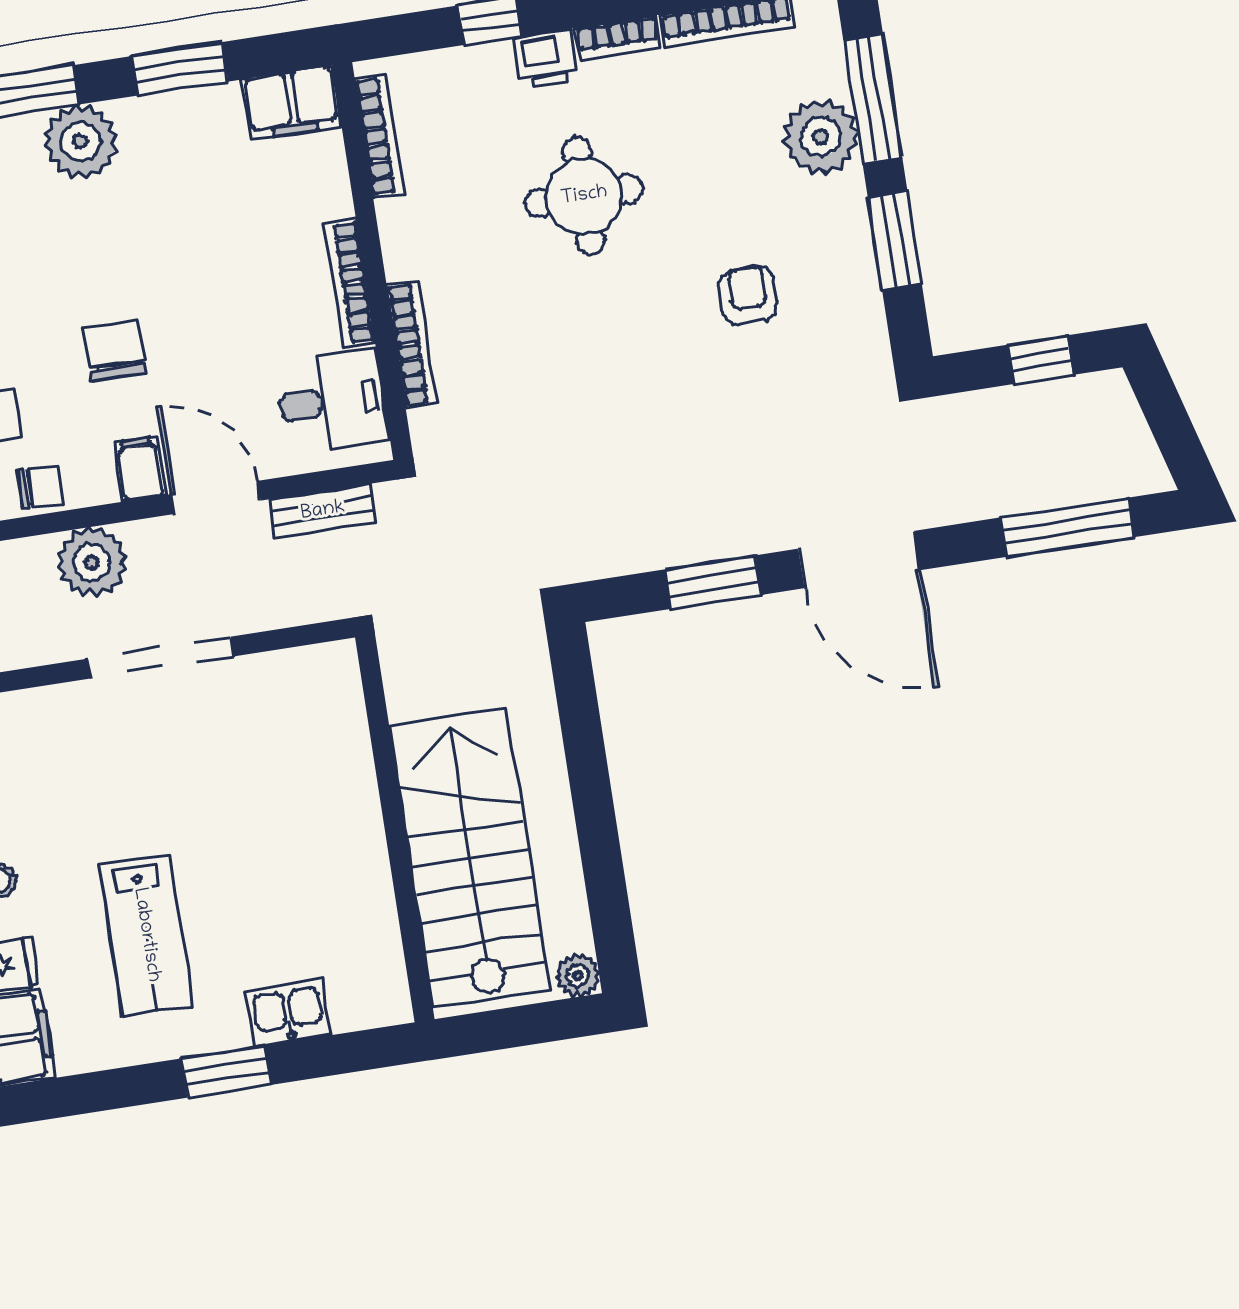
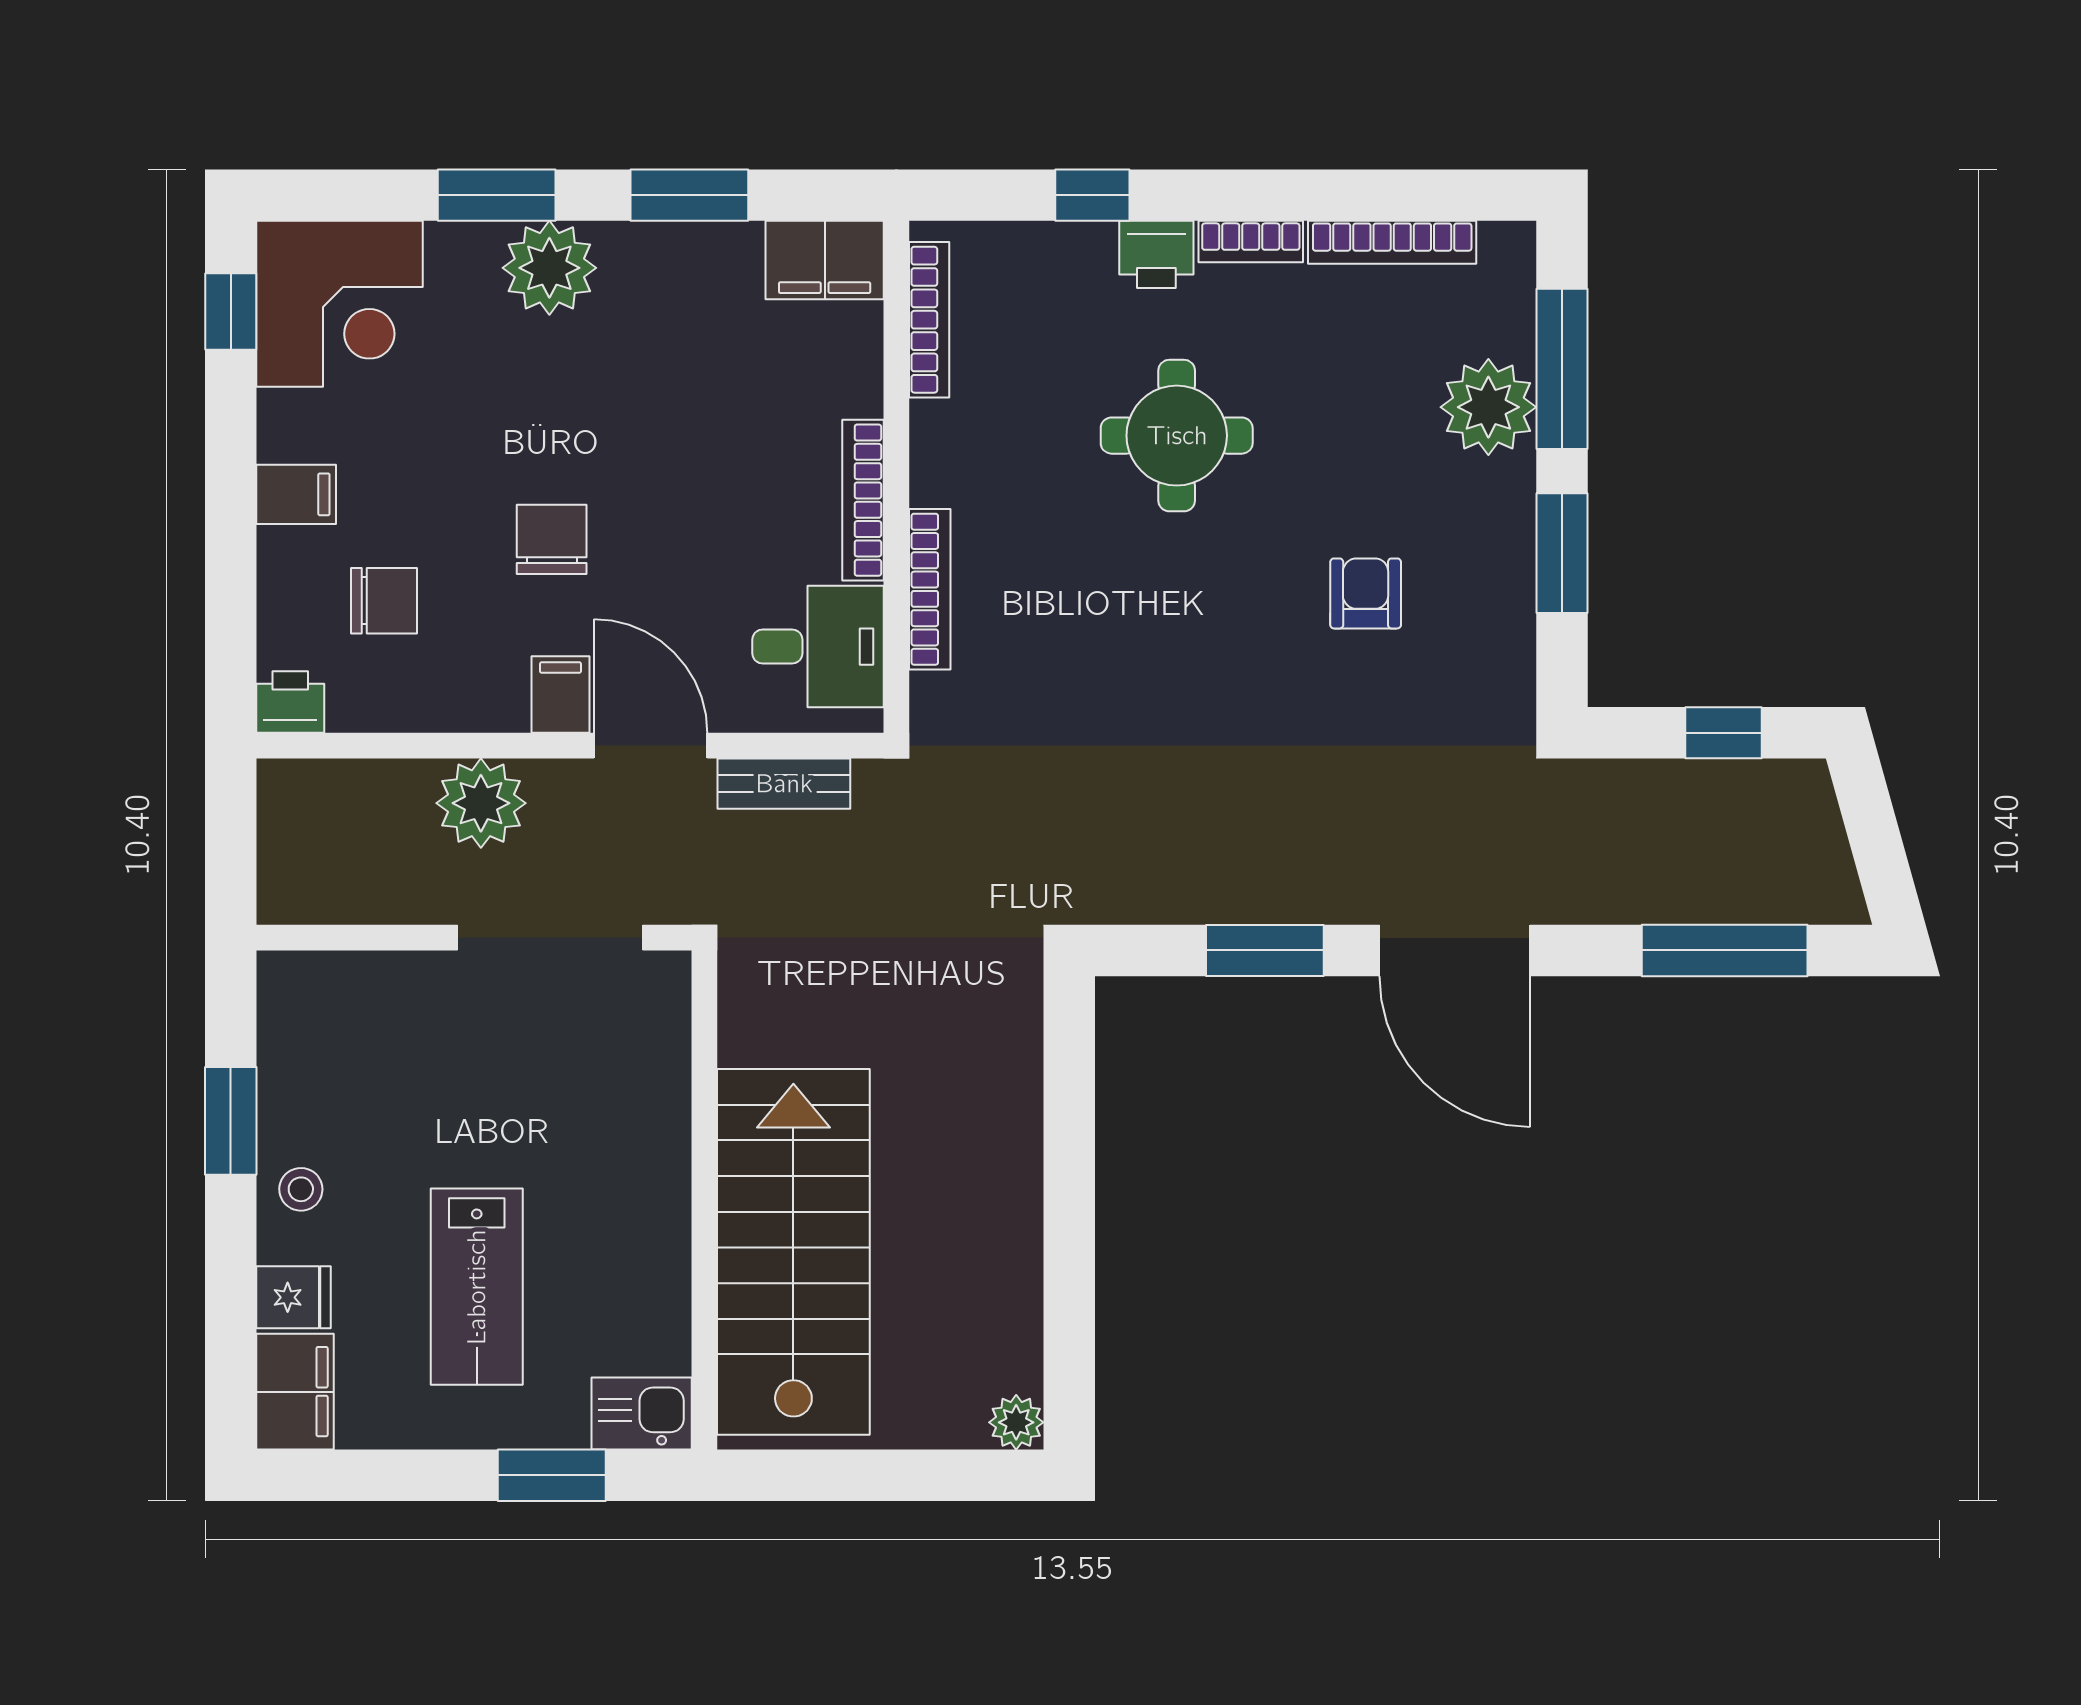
chair: (40, 487) -> (430, 698), removed
wall: (395, 828) -> (704, 1200), moved
stairs: (470, 858) -> (793, 1252), moved

